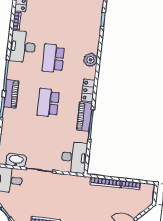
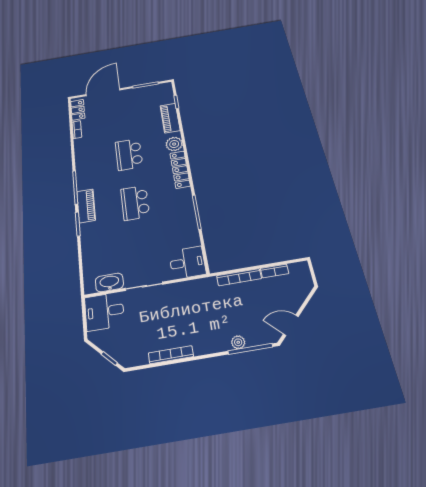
desk: (23, 47) -> (89, 153), removed
locker: (88, 90) -> (180, 170), width x1.53
piano: (84, 117) -> (170, 118), moved
desk: (74, 157) -> (187, 263), width x0.73

